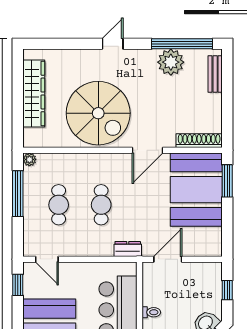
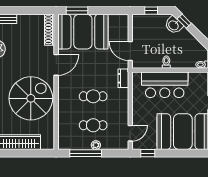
door: (147, 150) -> (56, 65), hinge flipped
plant: (29, 159) -> (96, 145), moved

